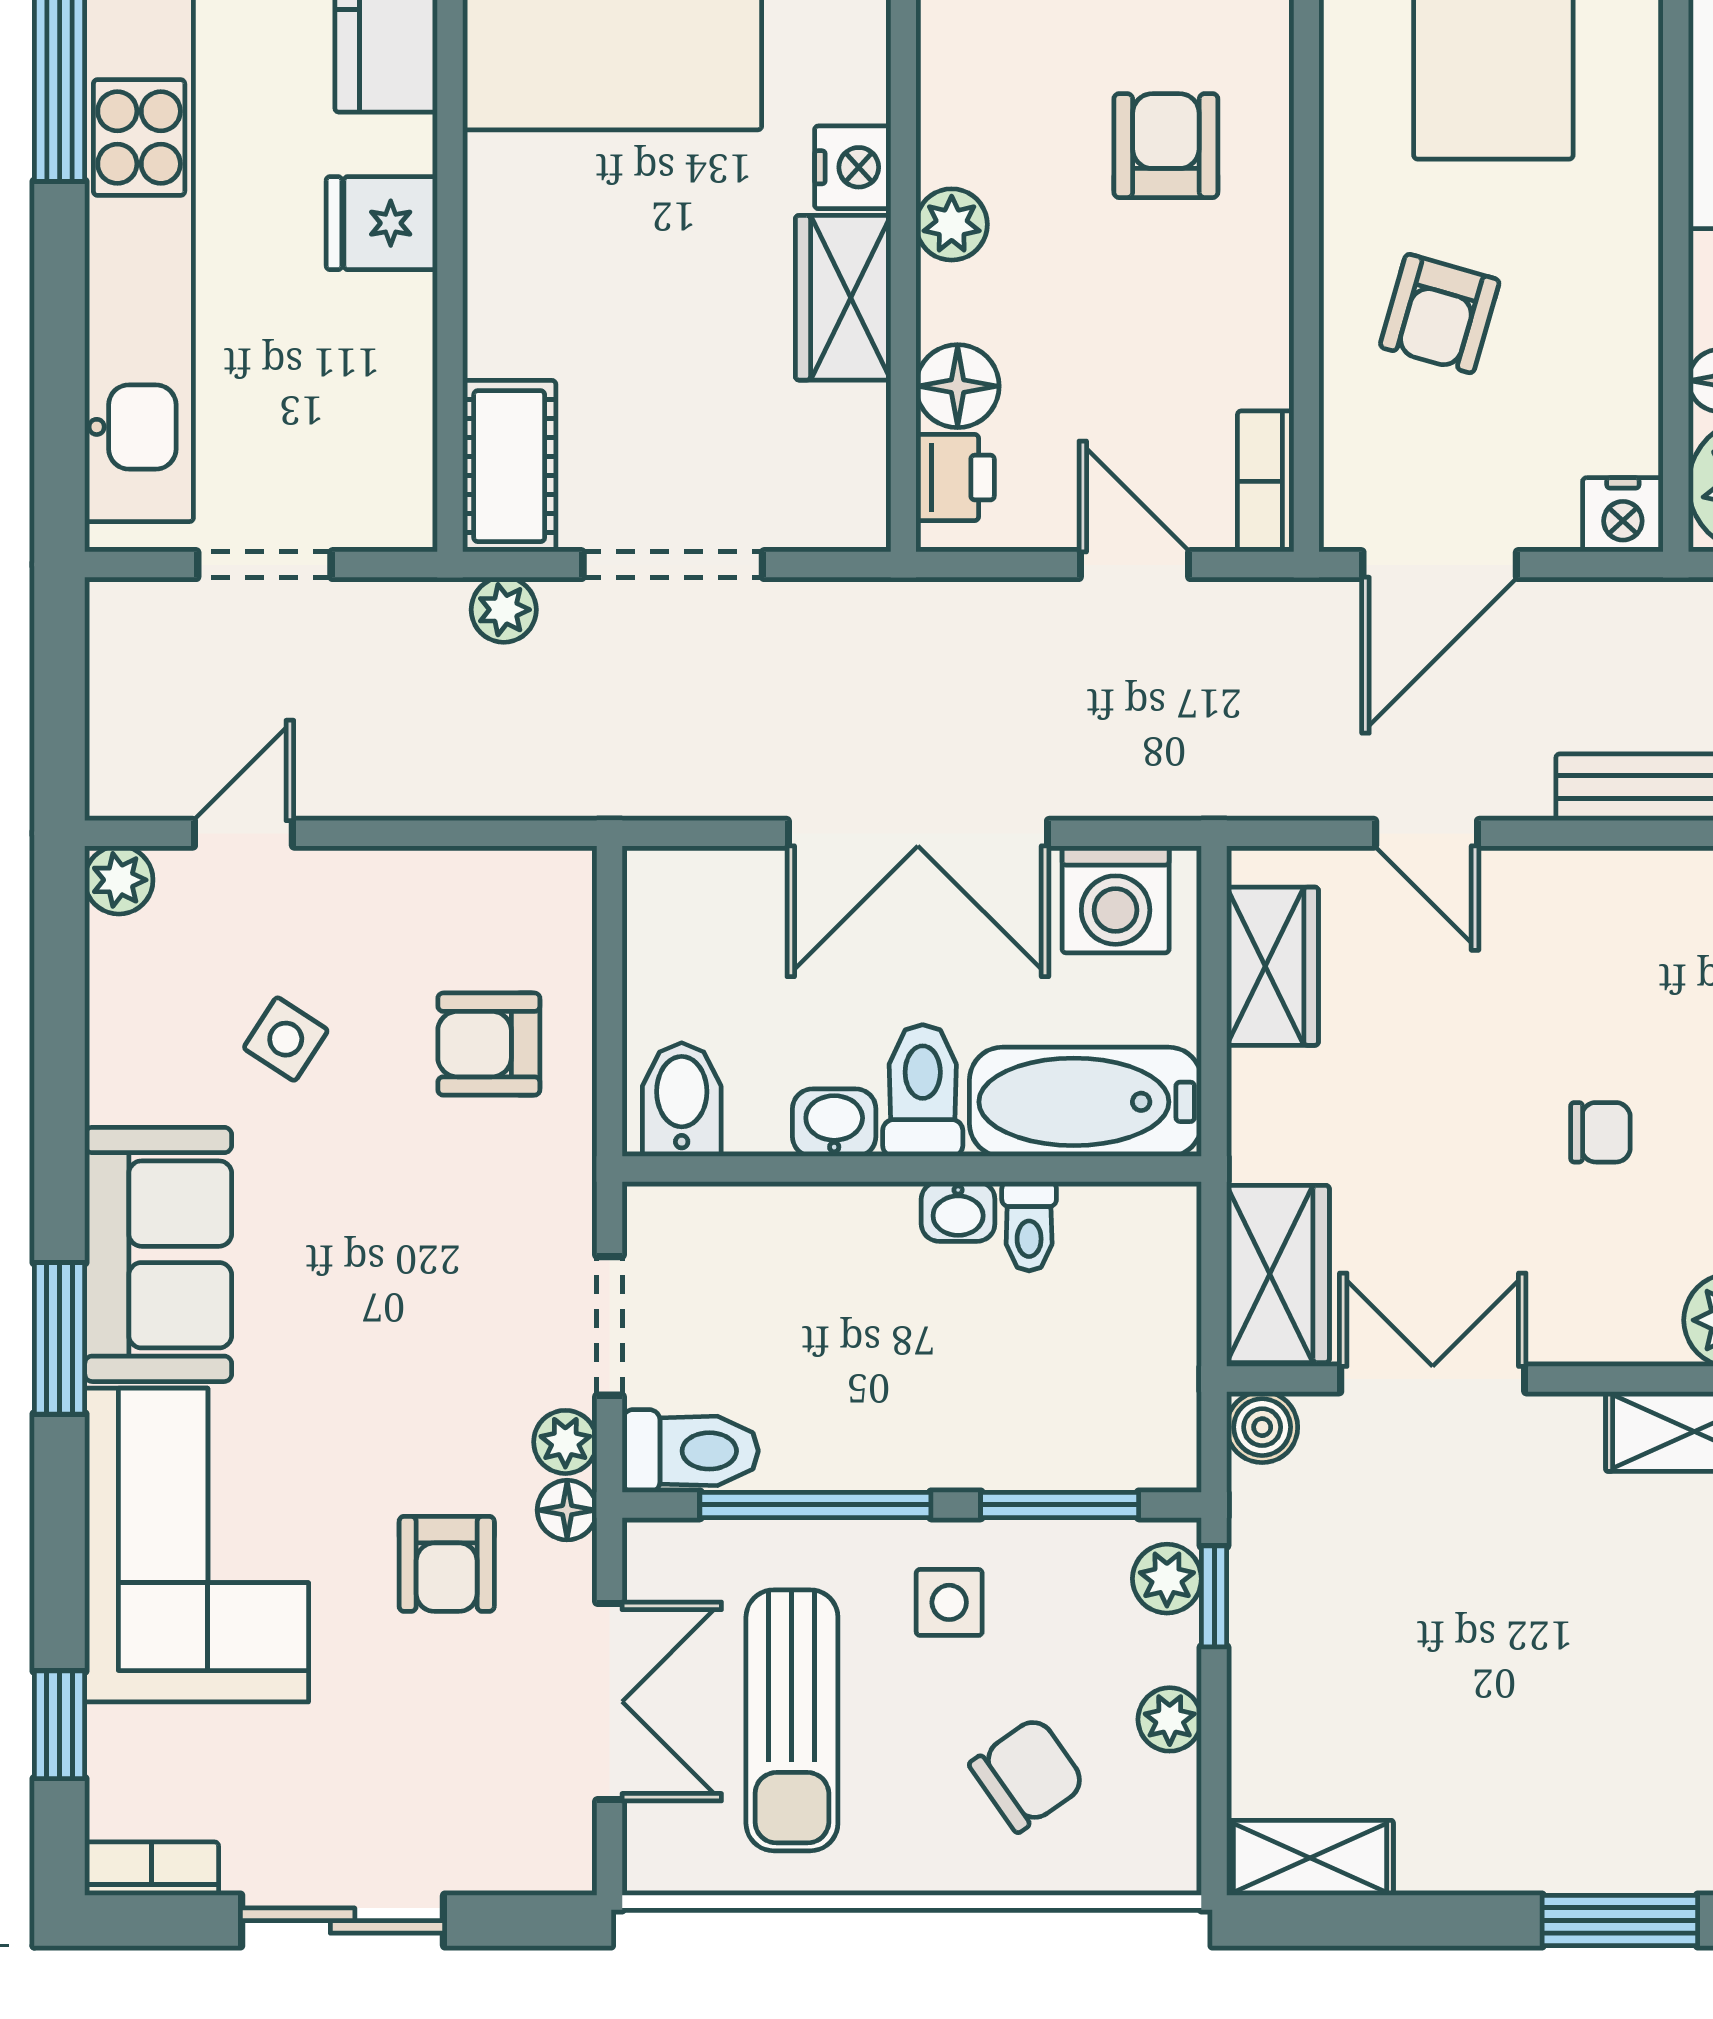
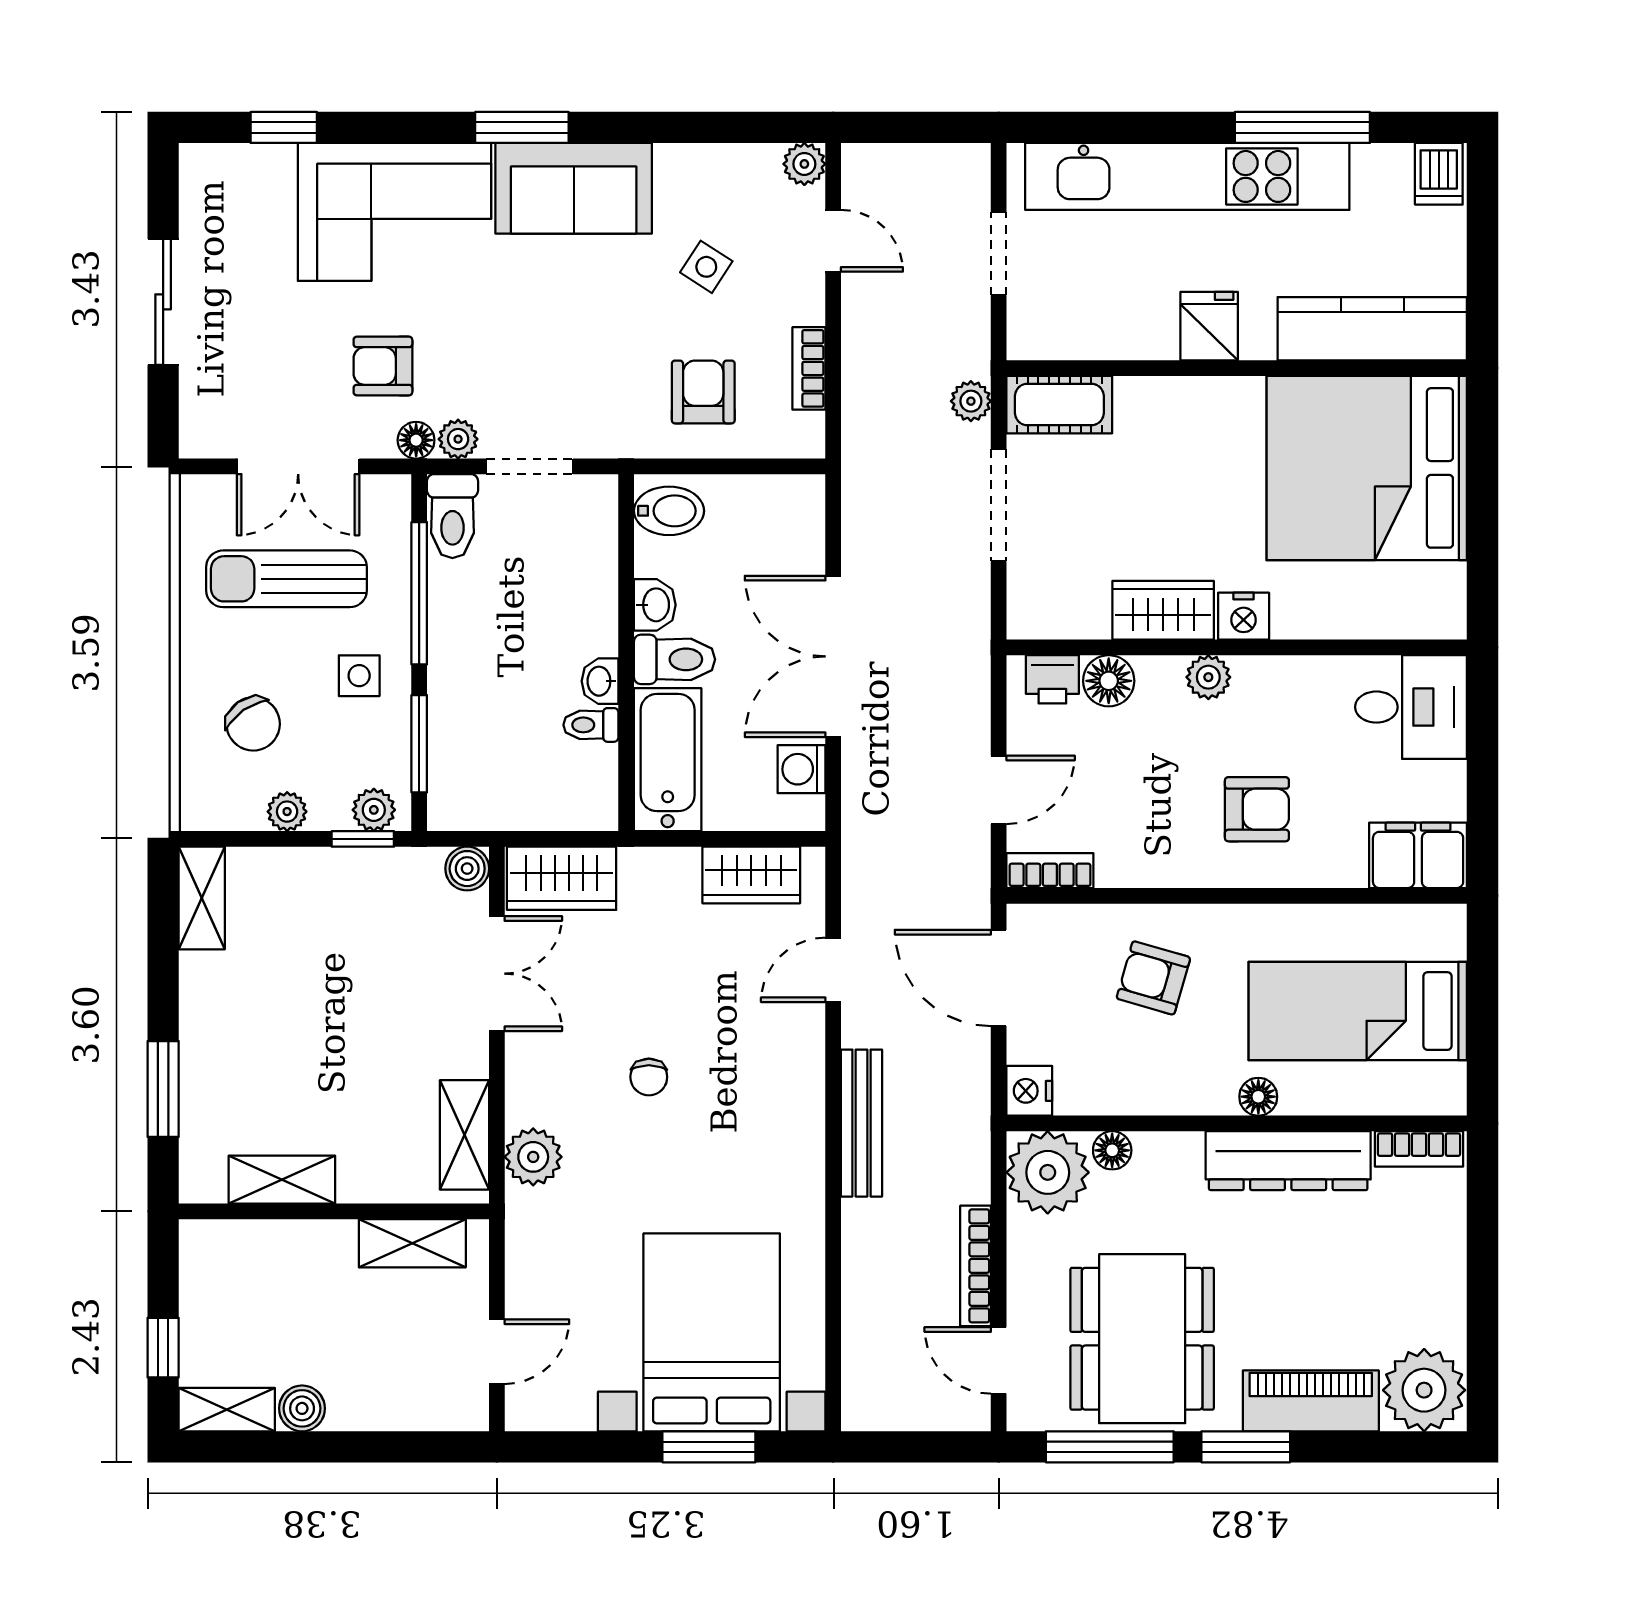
floor lamp: (1632, 143) -> (1258, 1097), added
washing machine: (1116, 899) -> (801, 769), width x0.73, depth x0.73
bookcase: (152, 1869) -> (809, 368), moved, turned 180

